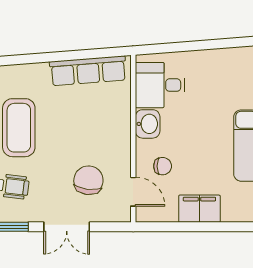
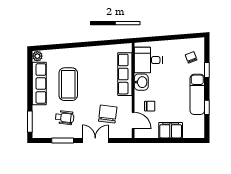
row of seats: (88, 71) -> (125, 74), moved, turned 95
chair: (236, 80) -> (191, 57), added
double door: (67, 227) -> (95, 140), swing flipped

